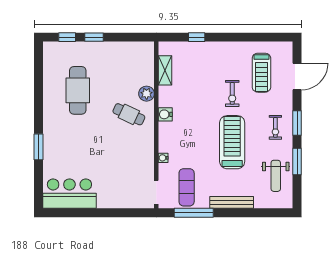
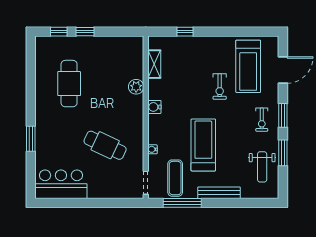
treadmill: (261, 73) -> (248, 66), width x1.37, depth x1.38
cafe table: (129, 114) -> (105, 145), moved, width x1.37, depth x1.35
treadmill: (232, 142) -> (203, 145), moved

